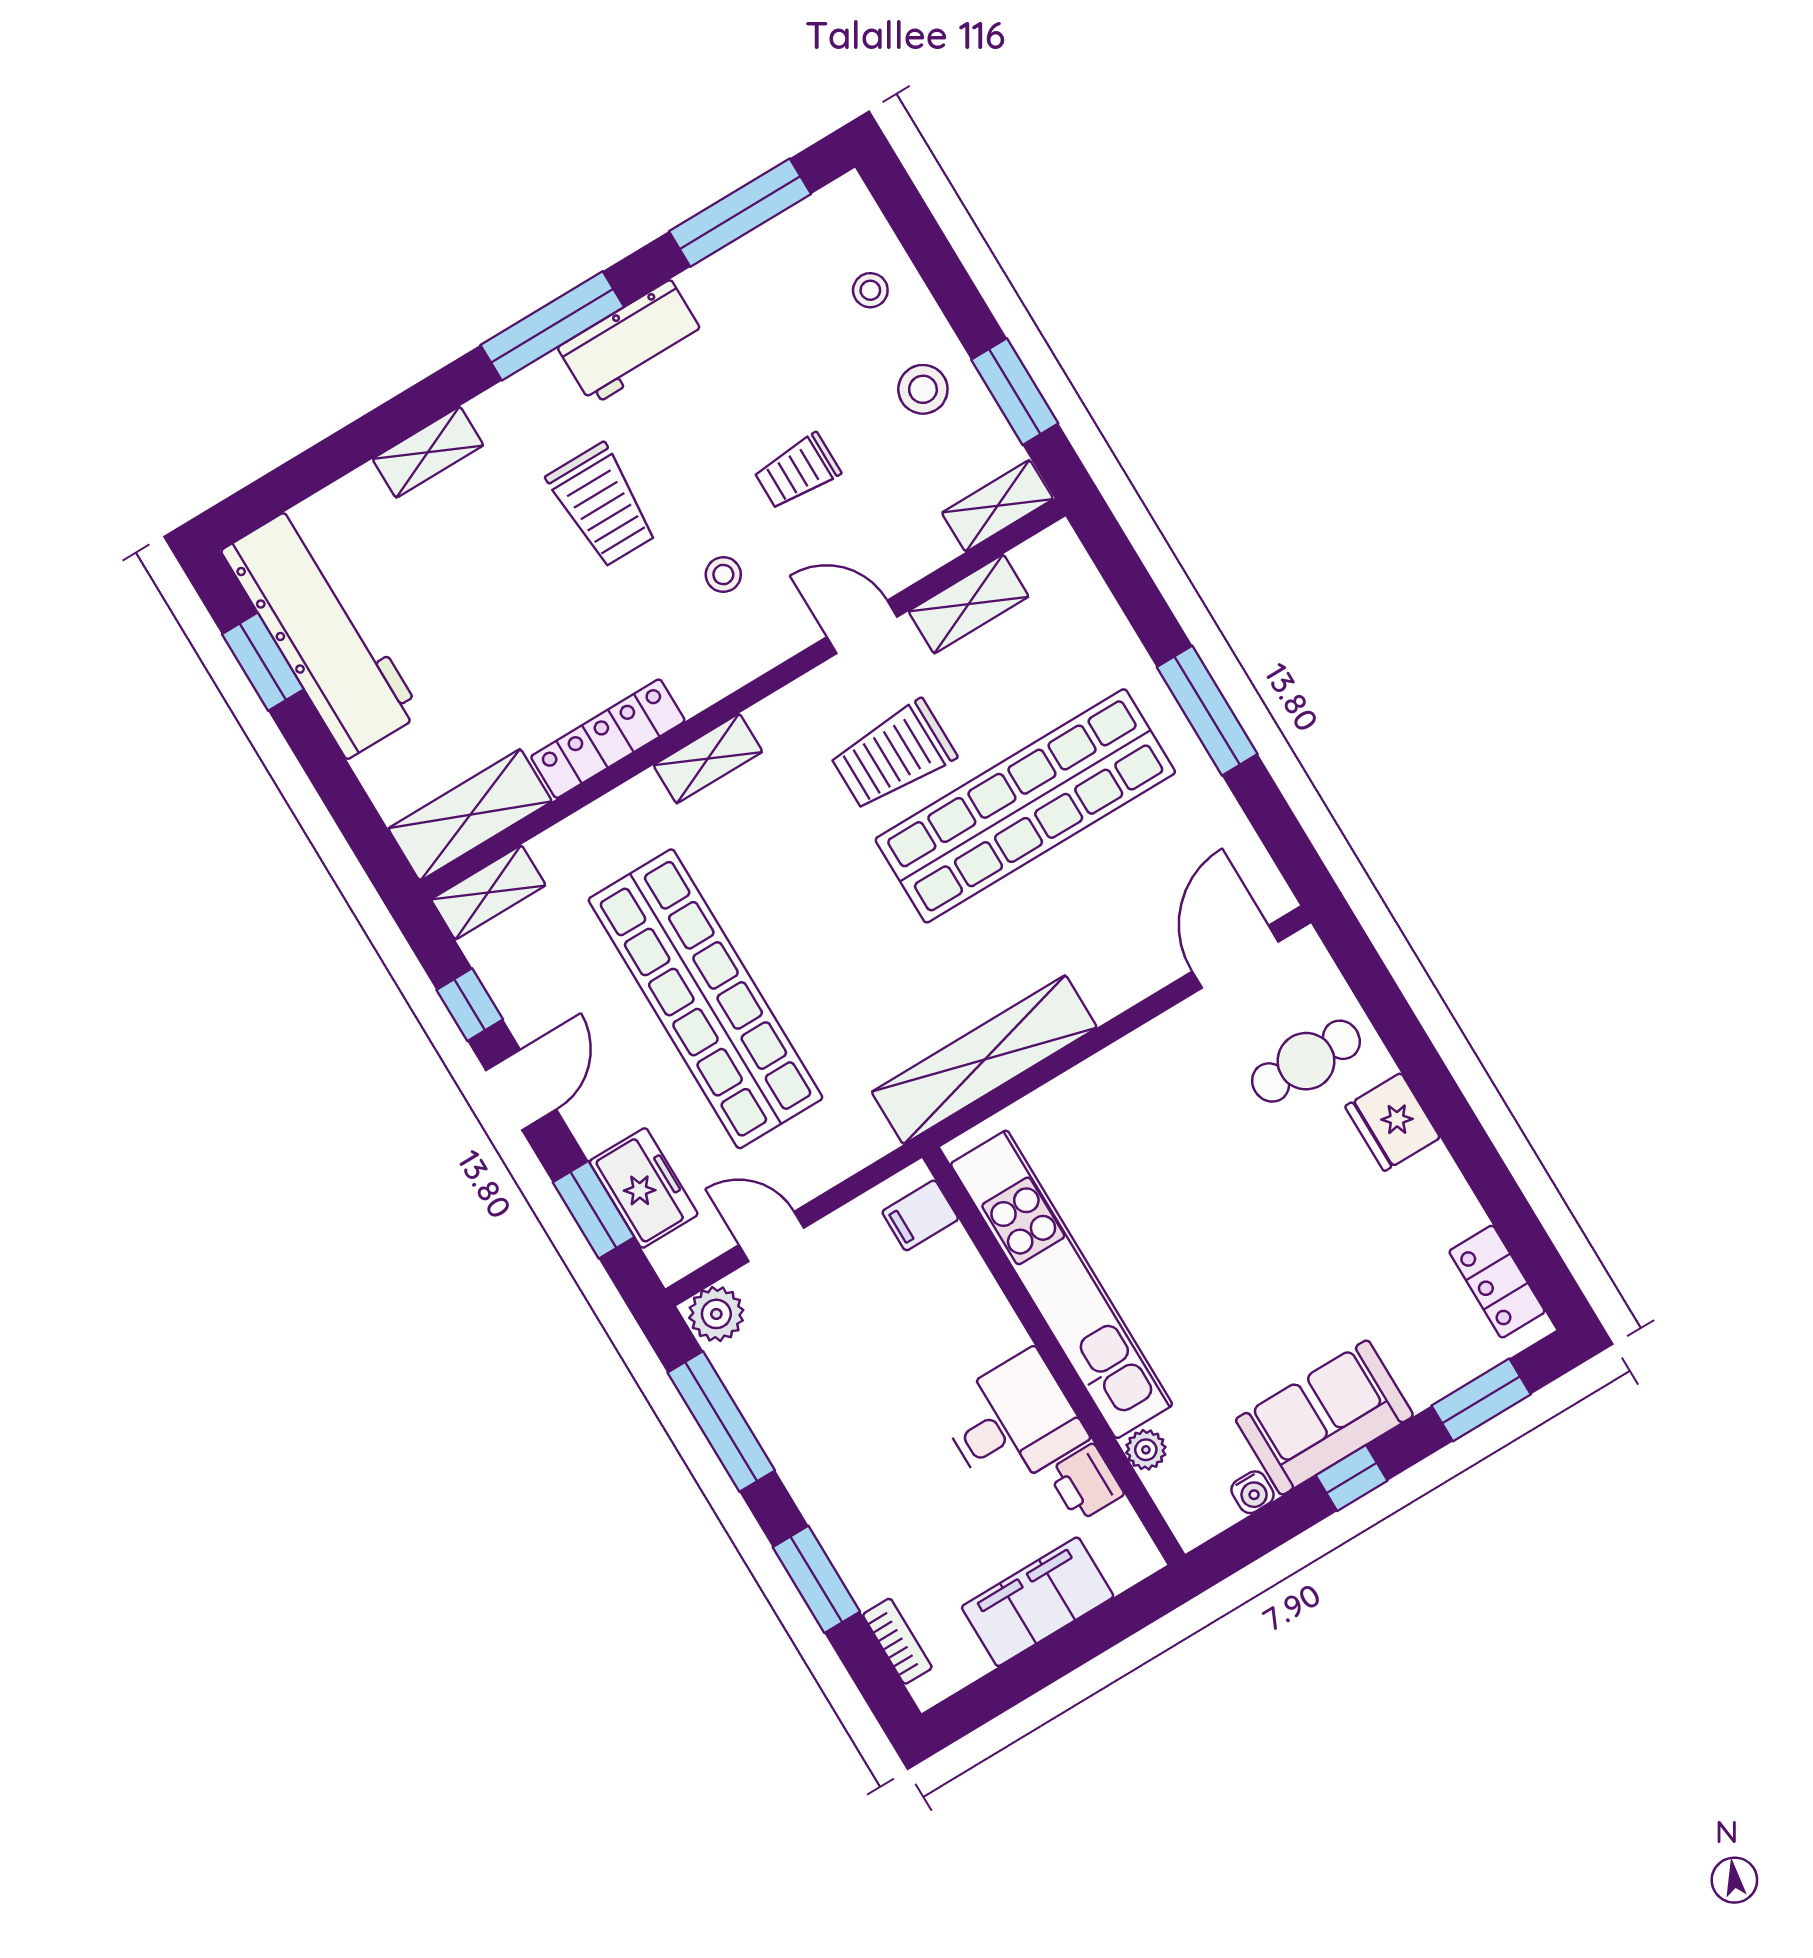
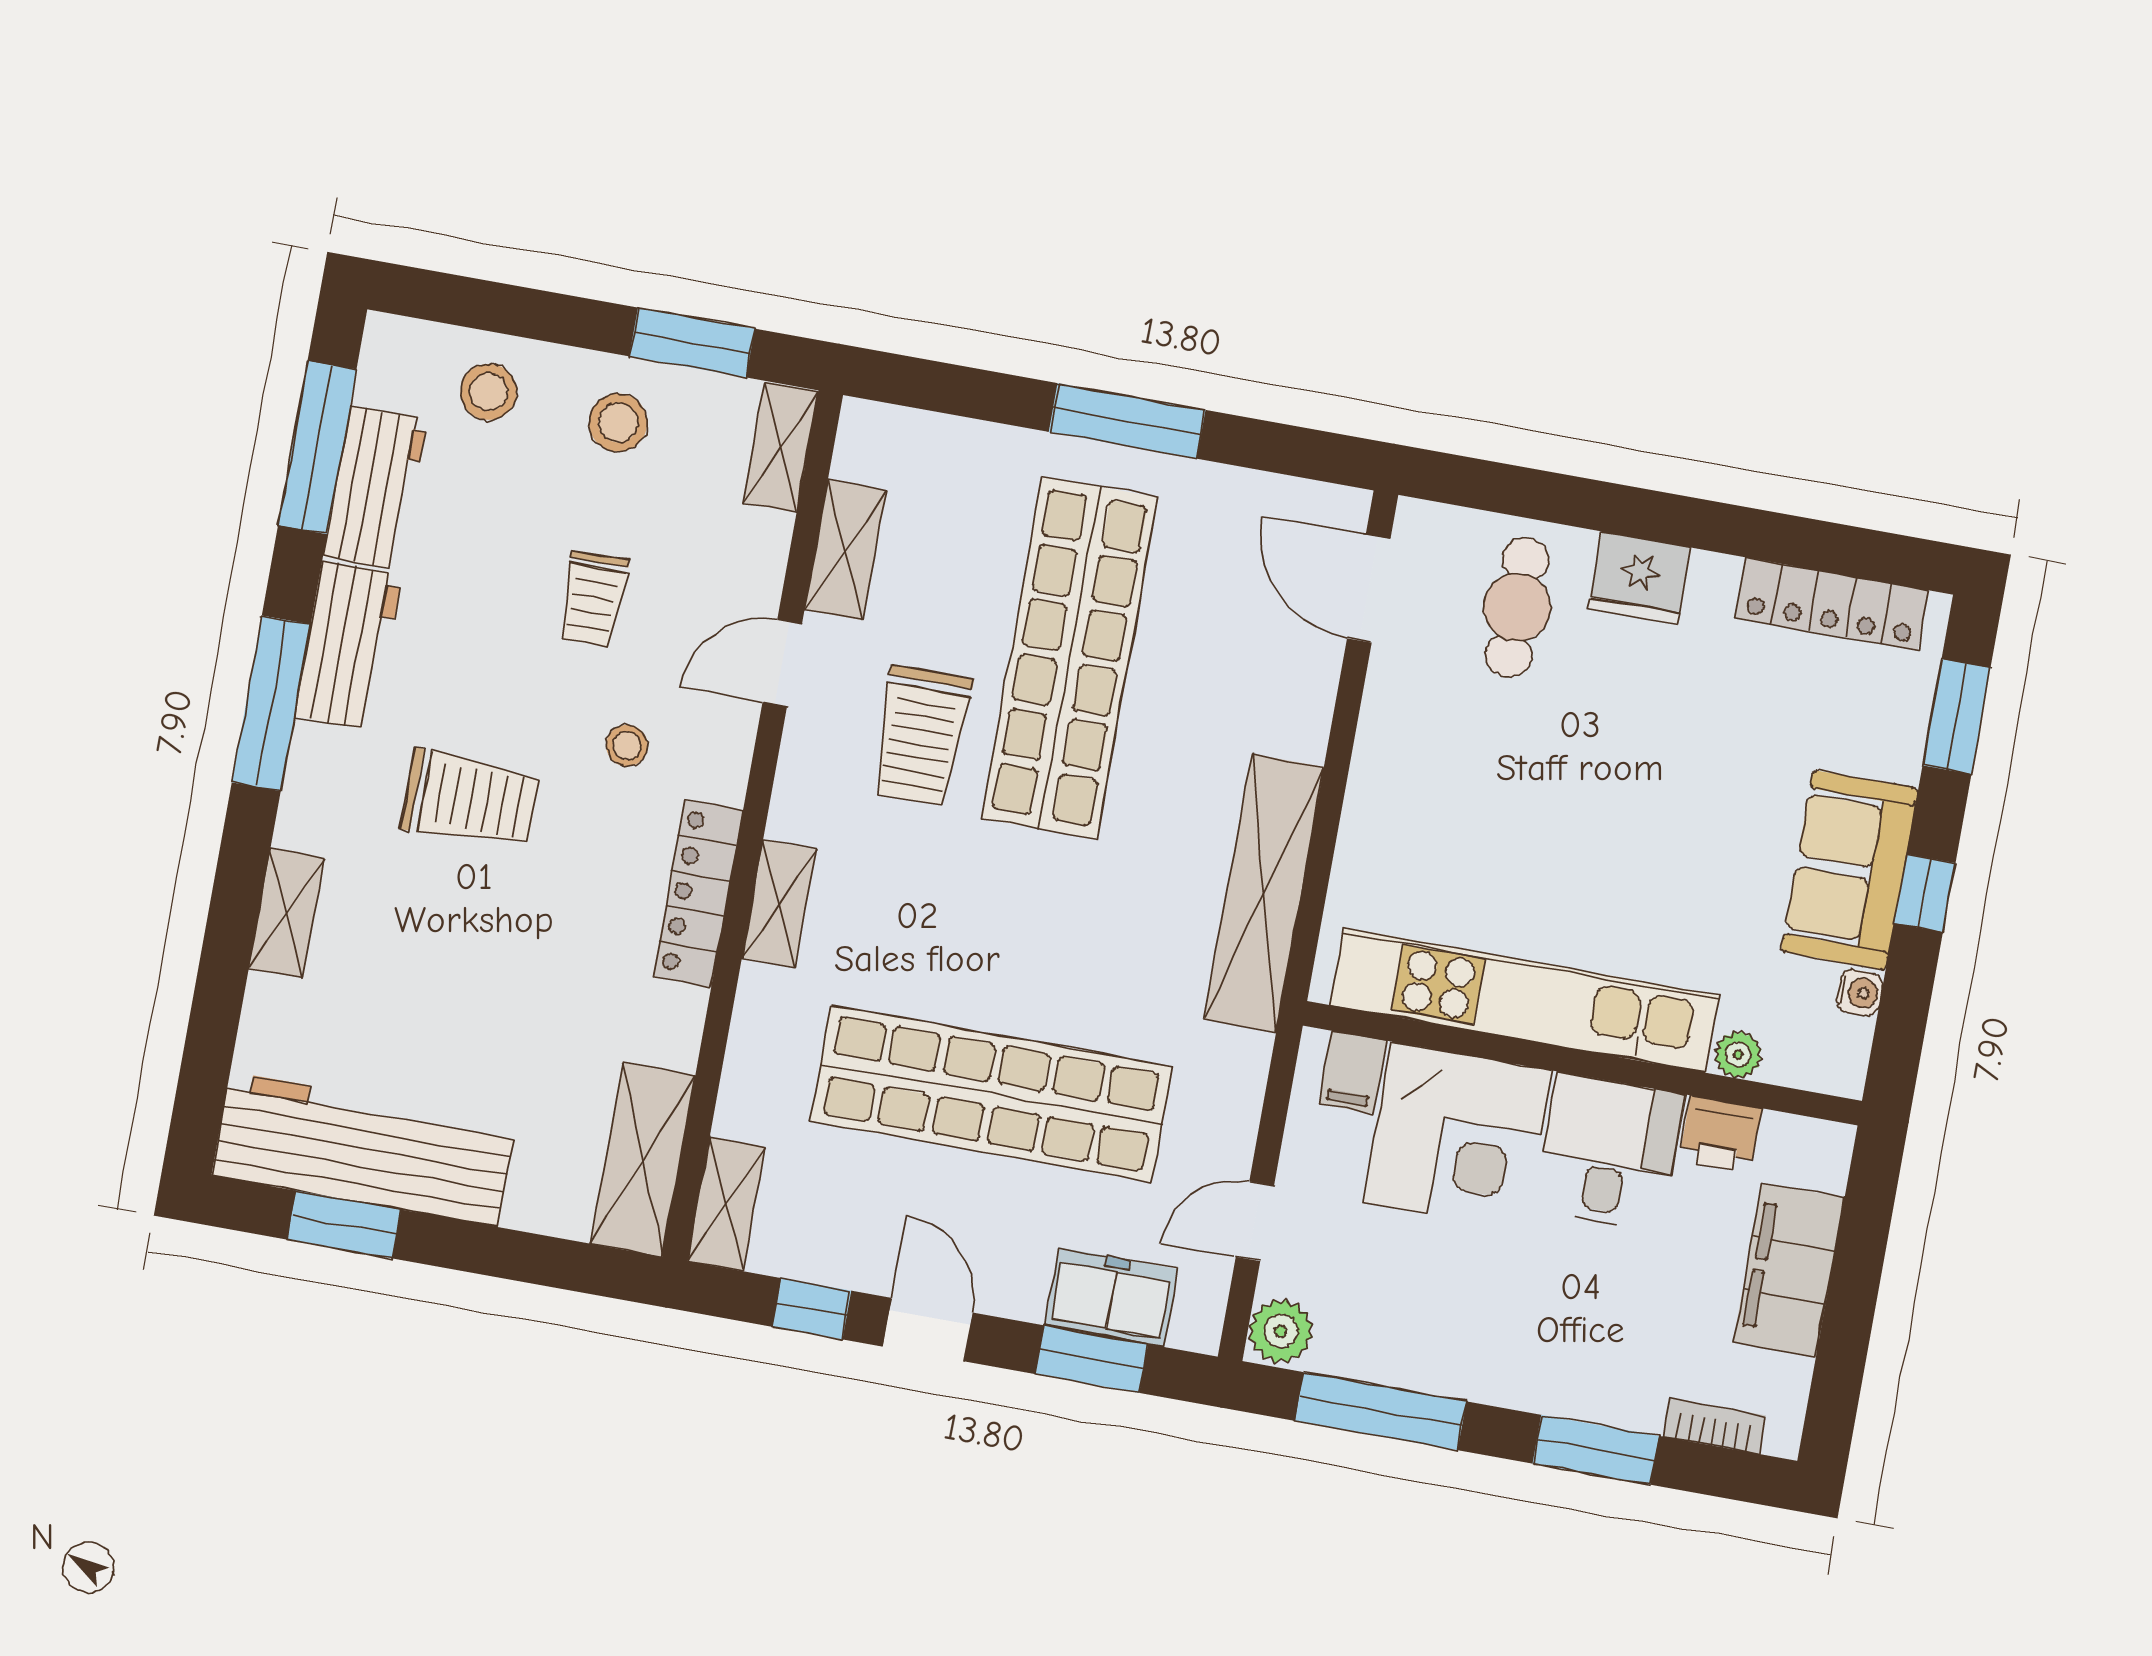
workbench: (747, 272) -> (375, 488), added
stool: (870, 290) -> (489, 392), width x1.37, depth x1.37
locker: (608, 739) -> (698, 893), moved
locker: (1497, 1282) -> (1832, 604), width x1.53
corner desk: (938, 1318) -> (1457, 1136), added

